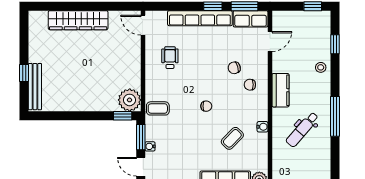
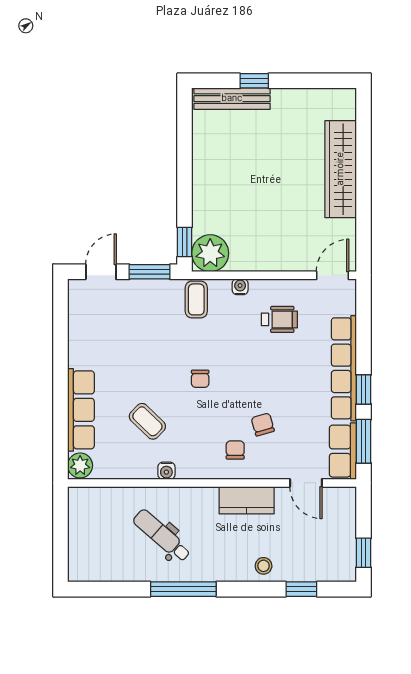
kitchen counter: (281, 90) -> (247, 500), moved
water cooler: (150, 146) -> (240, 287), moved

